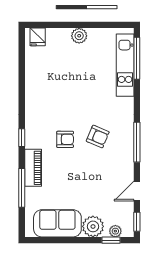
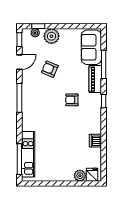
plant: (79, 36) -> (80, 176), moved
dishwasher: (33, 84) -> (95, 141), added
armchair: (98, 136) -> (50, 69), moved
sofa: (57, 223) -> (91, 47), moved, turned 90

